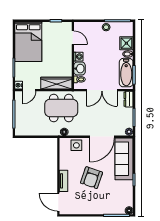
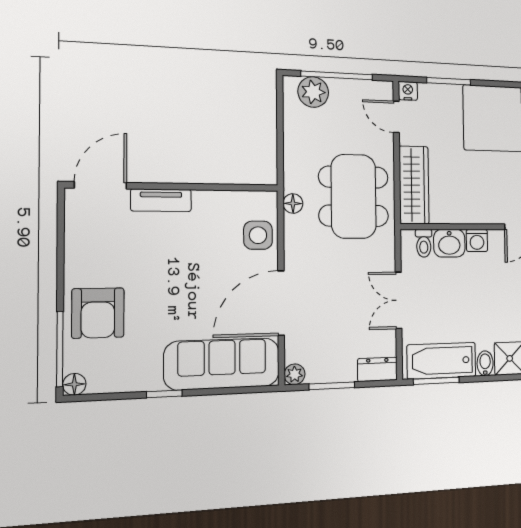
double door: (102, 90) -> (399, 300), width x0.73
plant: (21, 124) -> (313, 92), added
door: (102, 137) -> (281, 303), hinge flipped
armchair: (92, 178) -> (98, 313), moved, turned -109

